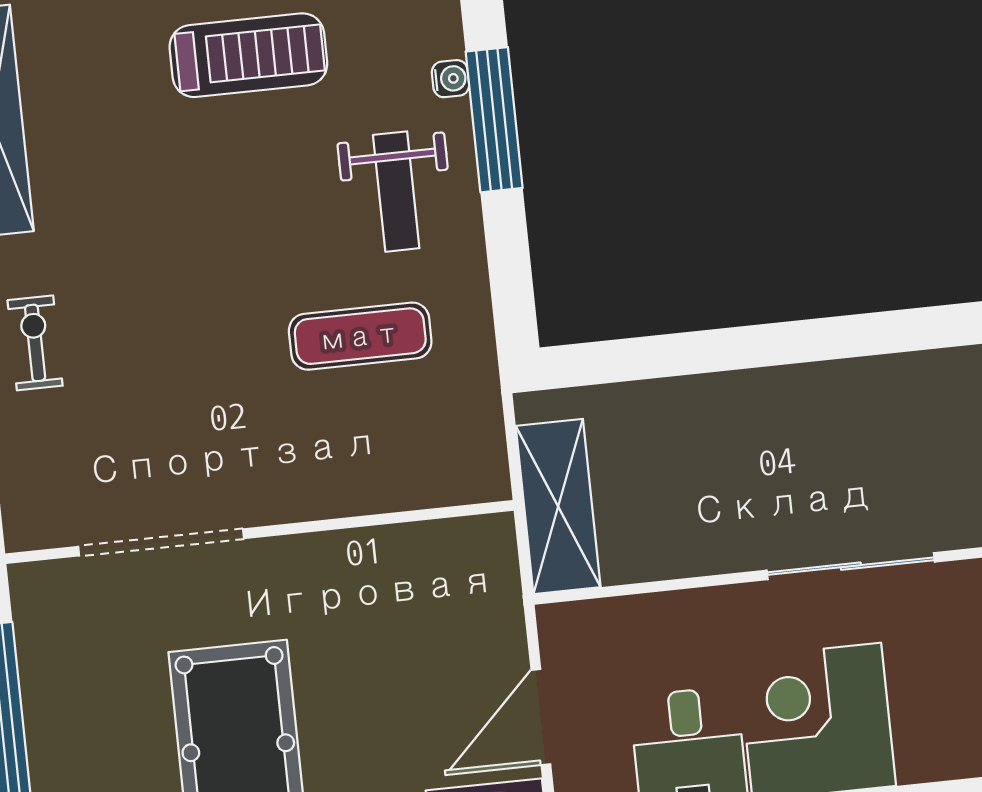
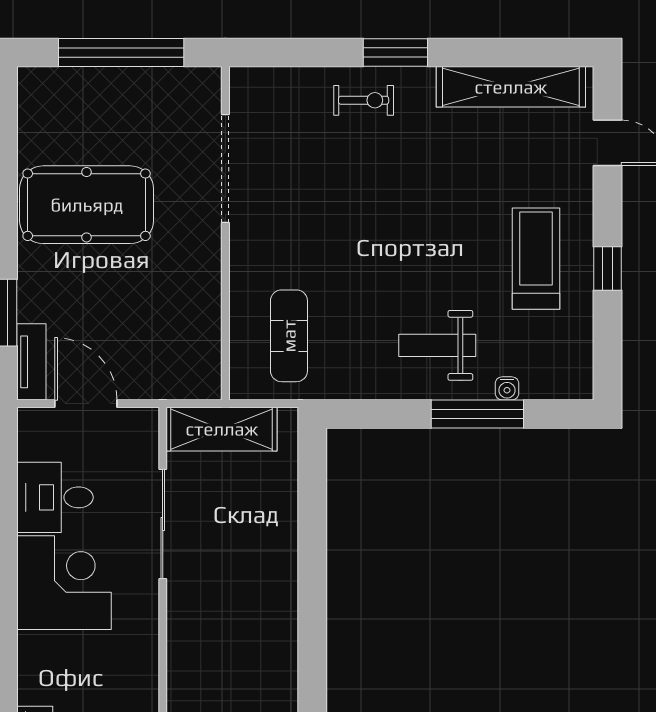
treadmill: (248, 55) -> (536, 259), turned 180
exercise mat: (360, 336) -> (289, 336), moved
sliding door: (851, 566) -> (163, 524), moved

